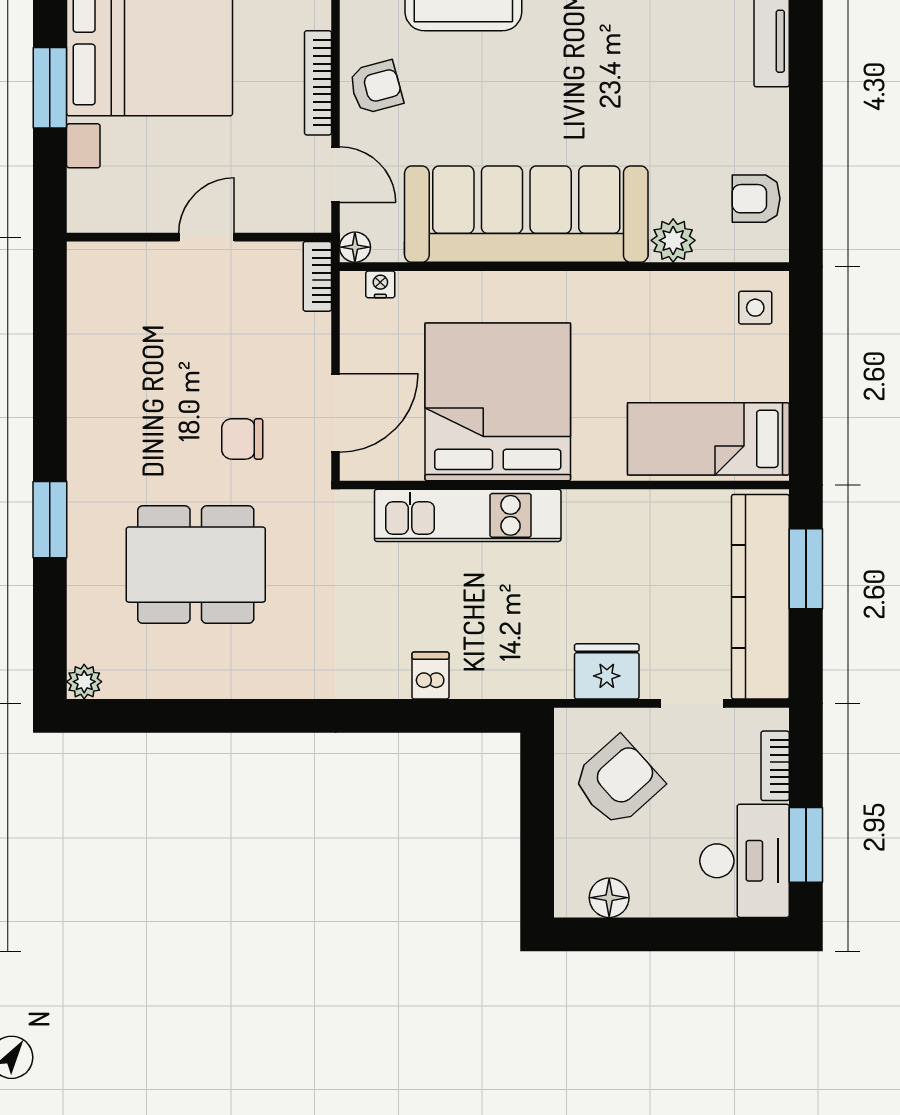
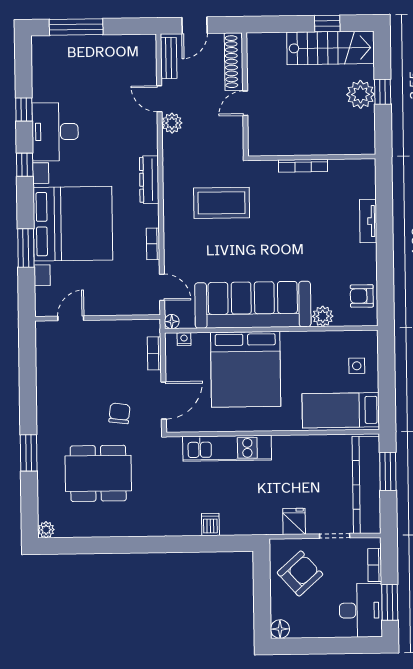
bookcase: (318, 83) -> (153, 244), width x0.64
armchair: (376, 87) -> (181, 245), removed
door: (206, 237) -> (71, 318), moved
bookcase: (317, 276) -> (154, 353), moved
side table: (755, 308) -> (357, 366), moved
bed: (498, 402) -> (246, 369), moved, turned 180
chair: (242, 439) -> (119, 413), turned 97
fridge: (607, 671) -> (294, 521), width x0.72
floor lamp: (609, 898) -> (280, 629), moved

